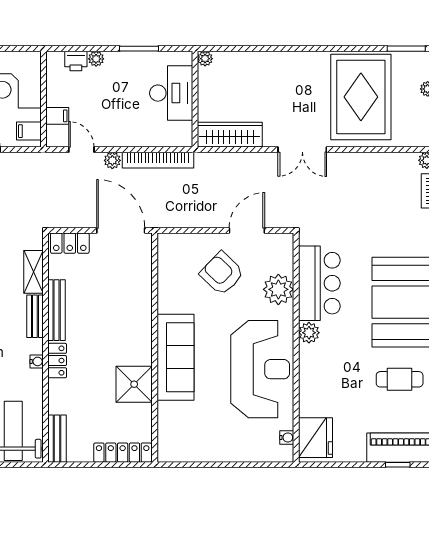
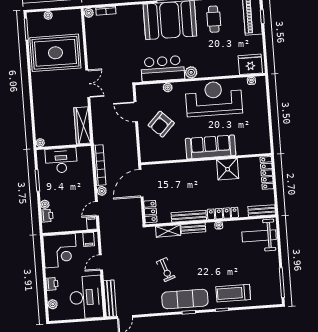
filing cabinet: (57, 116) -> (92, 223), moved
plant: (278, 289) -> (168, 87), width x0.53, depth x0.53
locker: (57, 361) -> (223, 213), width x1.53

